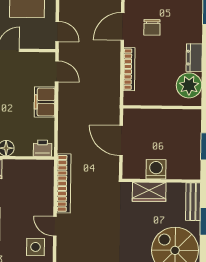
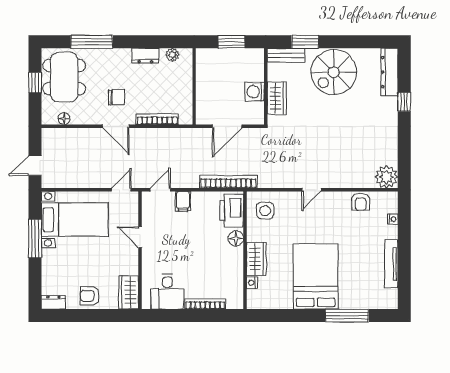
plant: (189, 85) -> (172, 55), width x0.53, depth x0.53
filing cabinet: (45, 102) -> (183, 201), width x0.50
printer: (42, 148) -> (232, 211), width x1.87, depth x1.48
bookcase: (64, 183) -> (228, 182), moved
side table: (35, 247) -> (265, 211), moved

